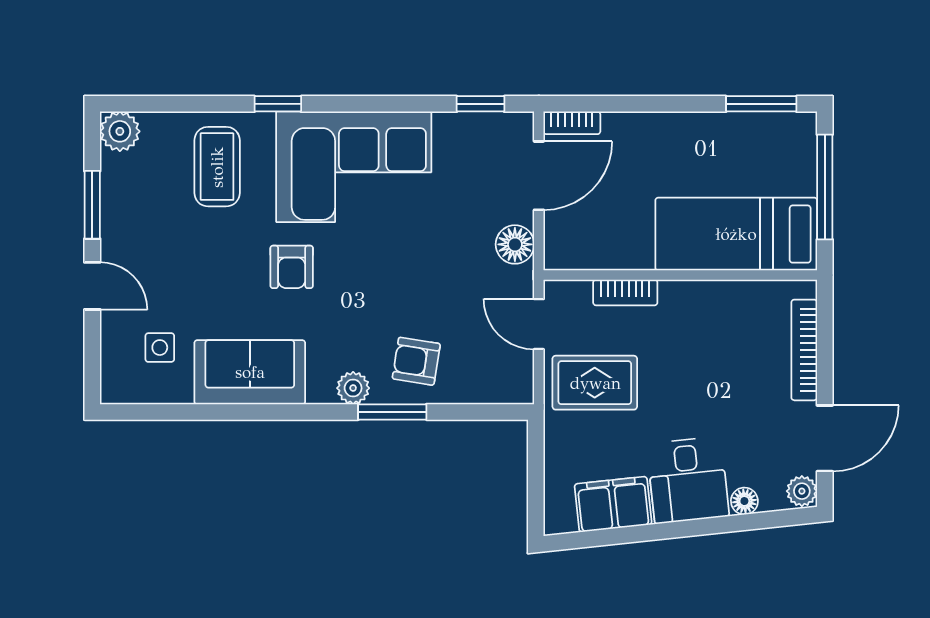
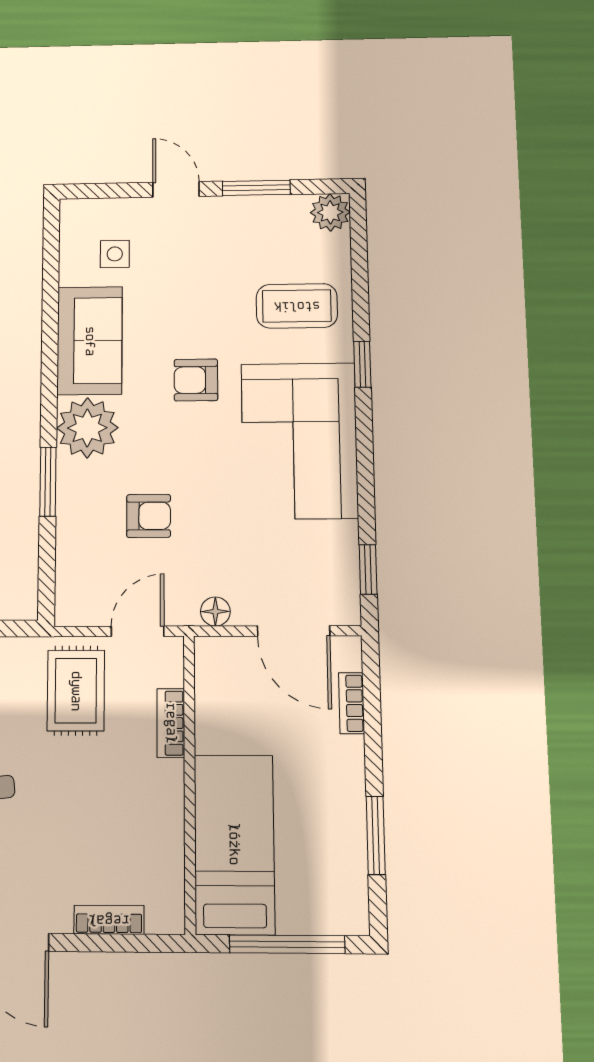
window: (761, 104) -> (376, 835), moved
bookcase: (572, 123) -> (352, 703), moved
floor lamp: (515, 244) -> (215, 612), width x0.73, depth x0.73
door: (92, 286) -> (176, 189), swing flipped
bookcase: (804, 350) -> (109, 920), width x0.64
armchair: (416, 361) -> (149, 516), moved, turned 81
plant: (353, 388) -> (87, 428), width x1.88, depth x1.88

